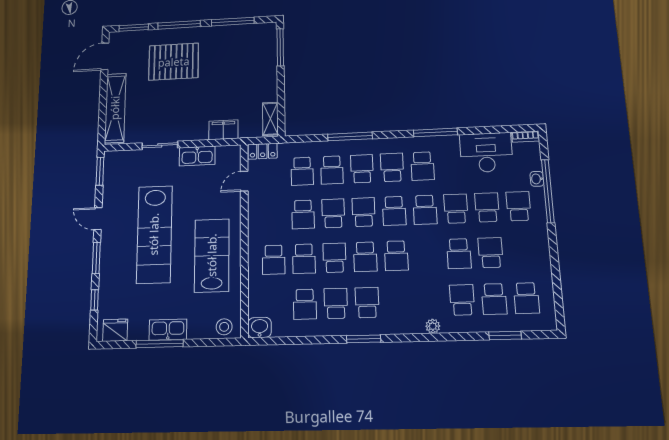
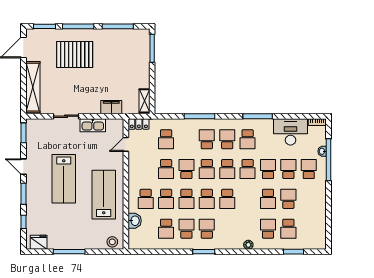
school desk: (332, 170) -> (186, 139), removed
school desk: (364, 212) -> (207, 169), turned 180
lab bench: (154, 234) -> (64, 179), width x0.73
school desk: (334, 258) -> (186, 199), turned 180
school desk: (526, 298) -> (309, 229), removed
washbasin: (260, 328) -> (135, 221), moved, turned 90
kitchen sink: (168, 330) -> (74, 243), removed

